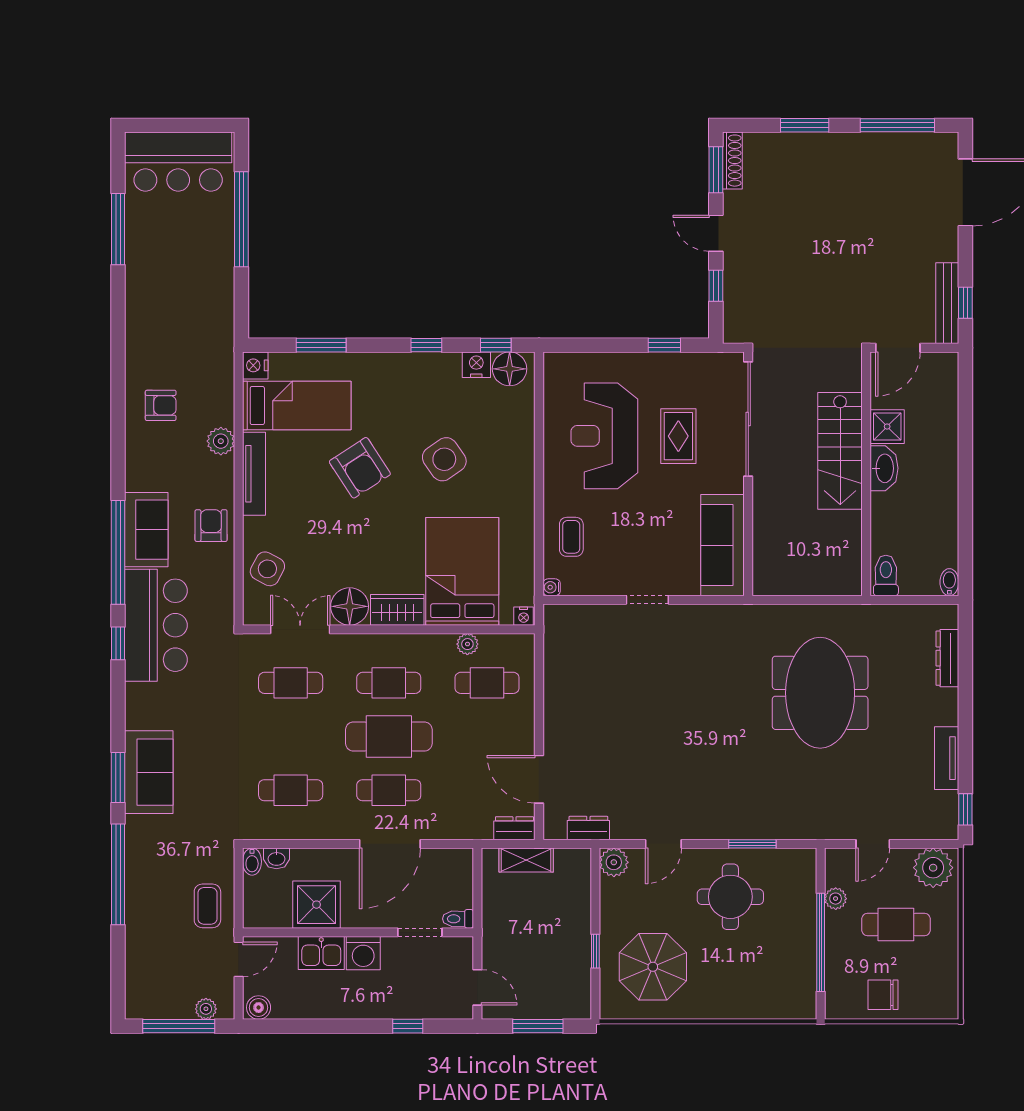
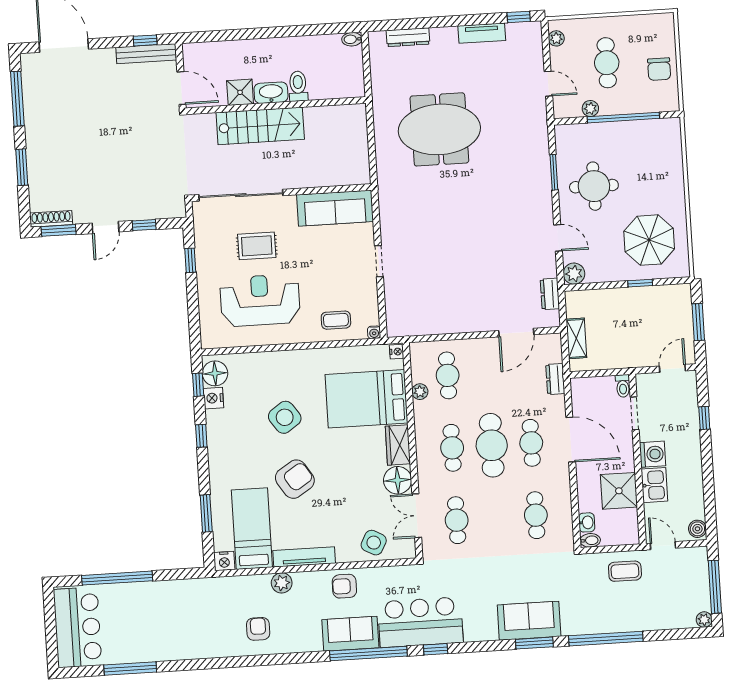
reception desk: (604, 436) -> (260, 300), turned 180
toilet: (886, 575) -> (298, 86), moved, turned 90
dresser: (514, 828) -> (555, 379), moved
plant: (933, 868) -> (556, 38), width x0.53, depth x0.53
plant: (206, 1009) -> (704, 620), moved

